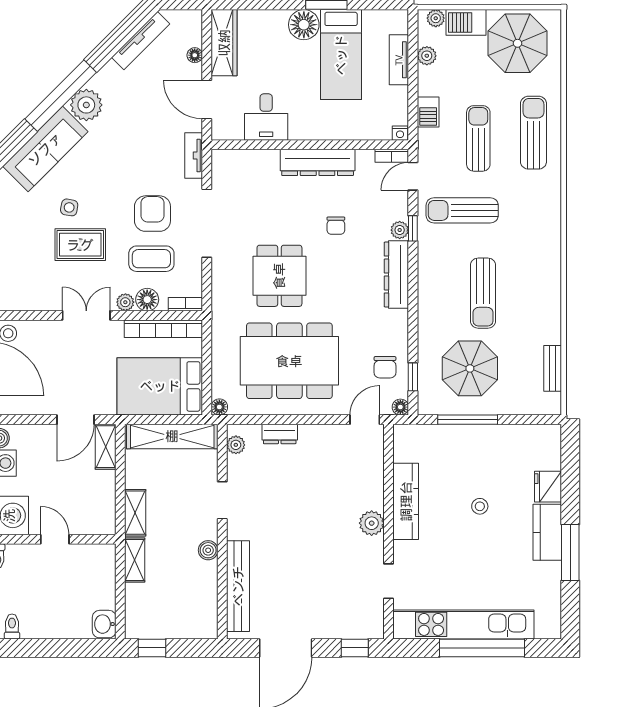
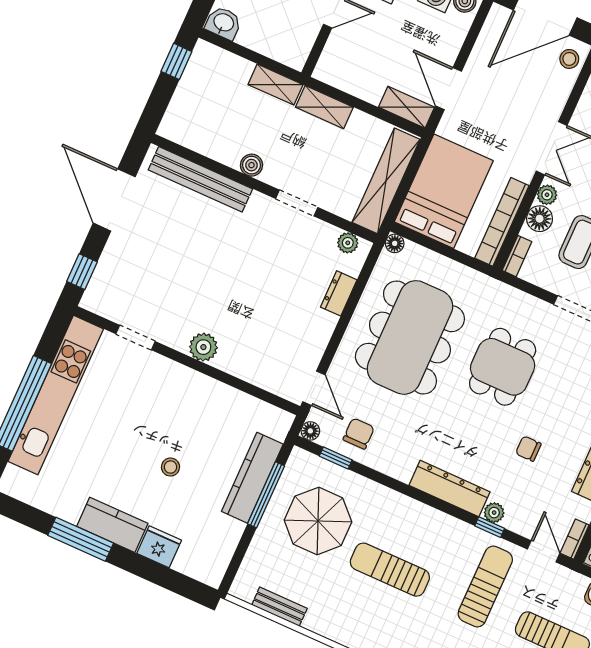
dining table: (279, 276) -> (503, 367), turned 90
chair: (385, 367) -> (359, 434), turned 90
kitchen counter: (406, 501) -> (252, 478), moved, turned 90

